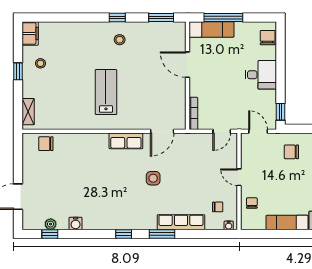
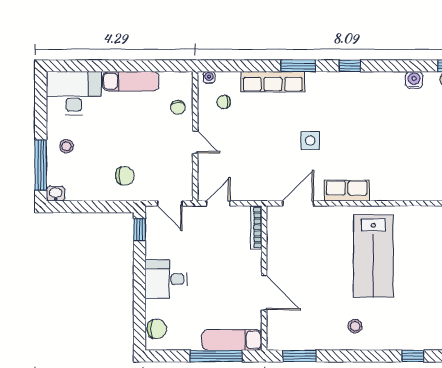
window: (117, 17) -> (413, 356), moved
chair: (268, 38) -> (157, 329), turned -90
lab bench: (106, 92) -> (373, 256), width x1.36, depth x1.39

